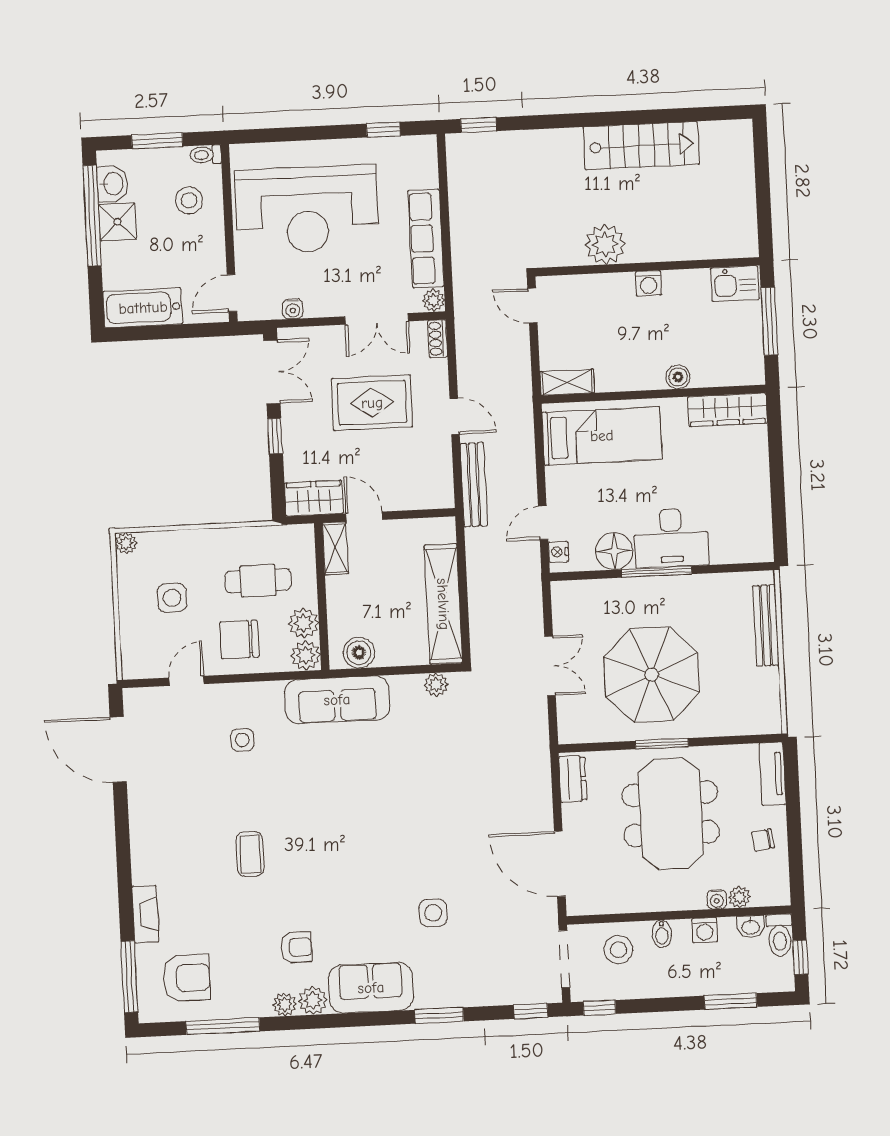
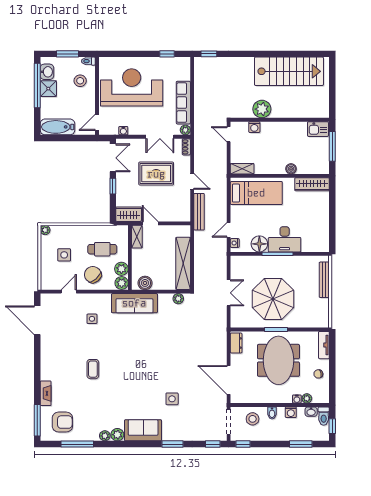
stairs: (641, 146) -> (289, 71), width x1.36, depth x1.51
reception desk: (307, 210) -> (132, 87), turned 180
washing machine: (648, 283) -> (254, 127), moved
chair: (239, 639) -> (93, 275), turned 49
armchair: (296, 947) -> (111, 411), removed

